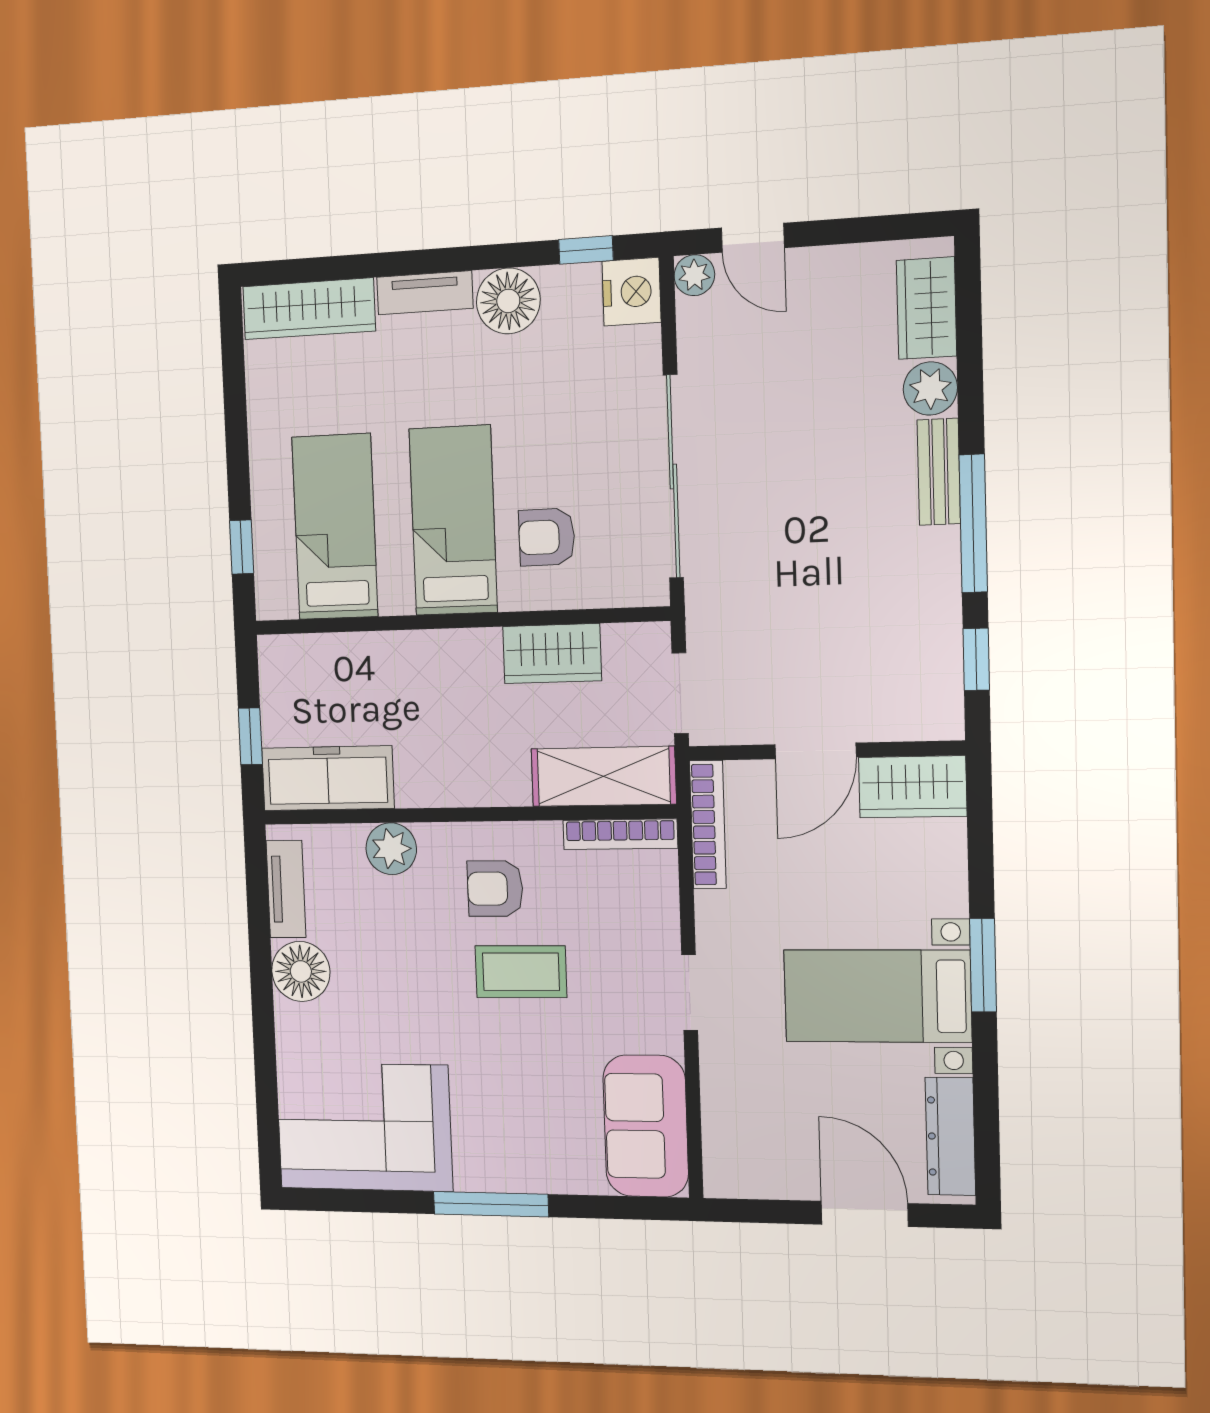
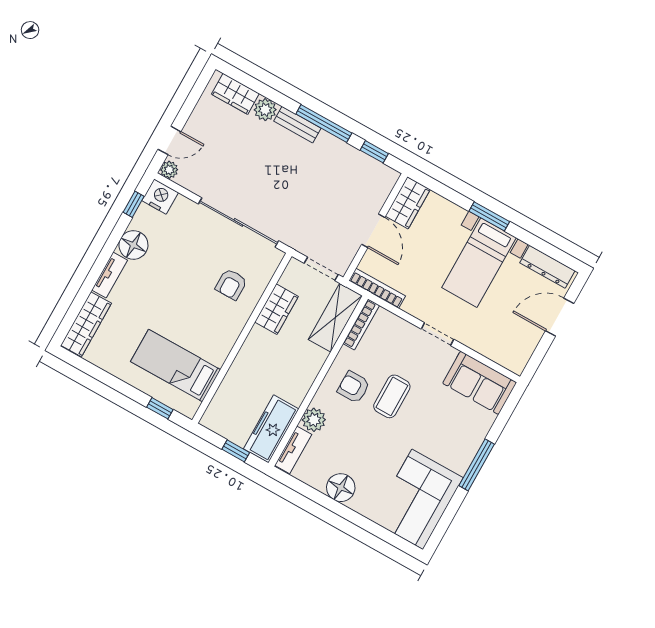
bed: (453, 521) -> (202, 317), removed
tv unit: (286, 889) -> (293, 450), moved, turned 90
armchair: (495, 889) -> (354, 387), turned 90

